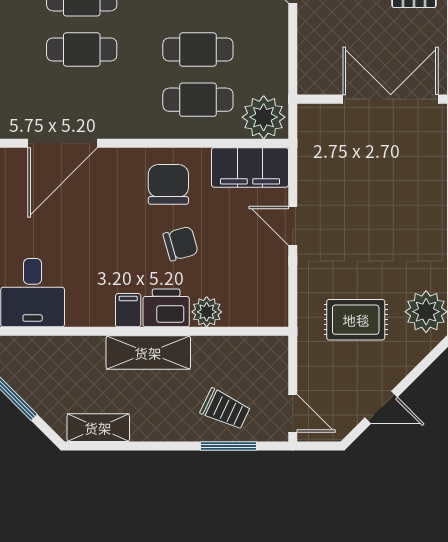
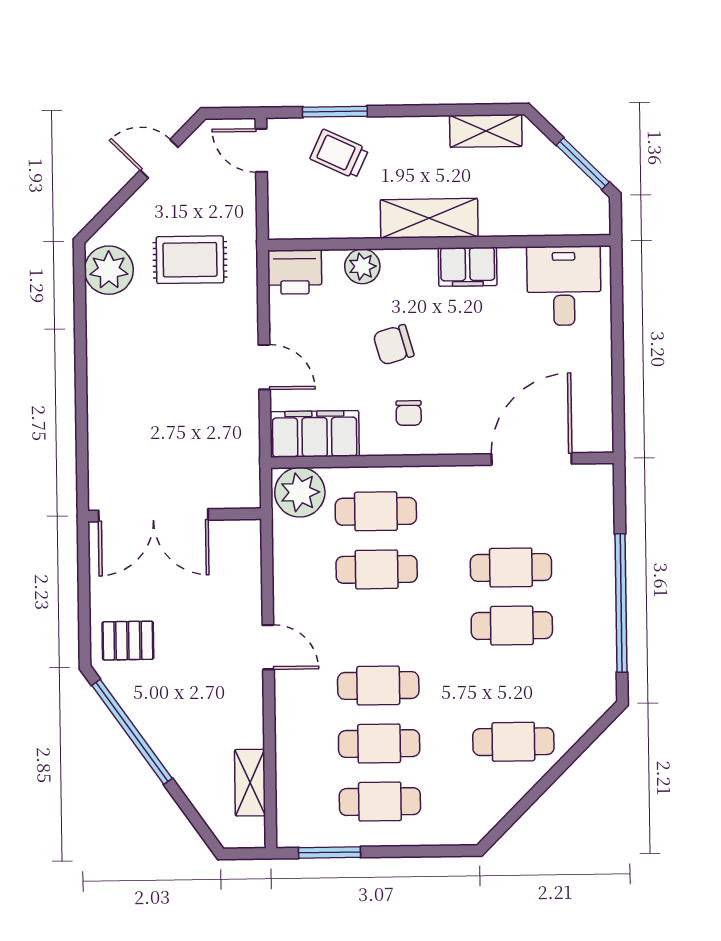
chair: (168, 184) -> (409, 413), width x0.54, depth x0.54
printer: (166, 308) -> (295, 272), moved
filing cabinet: (128, 310) -> (468, 267), width x2.00

